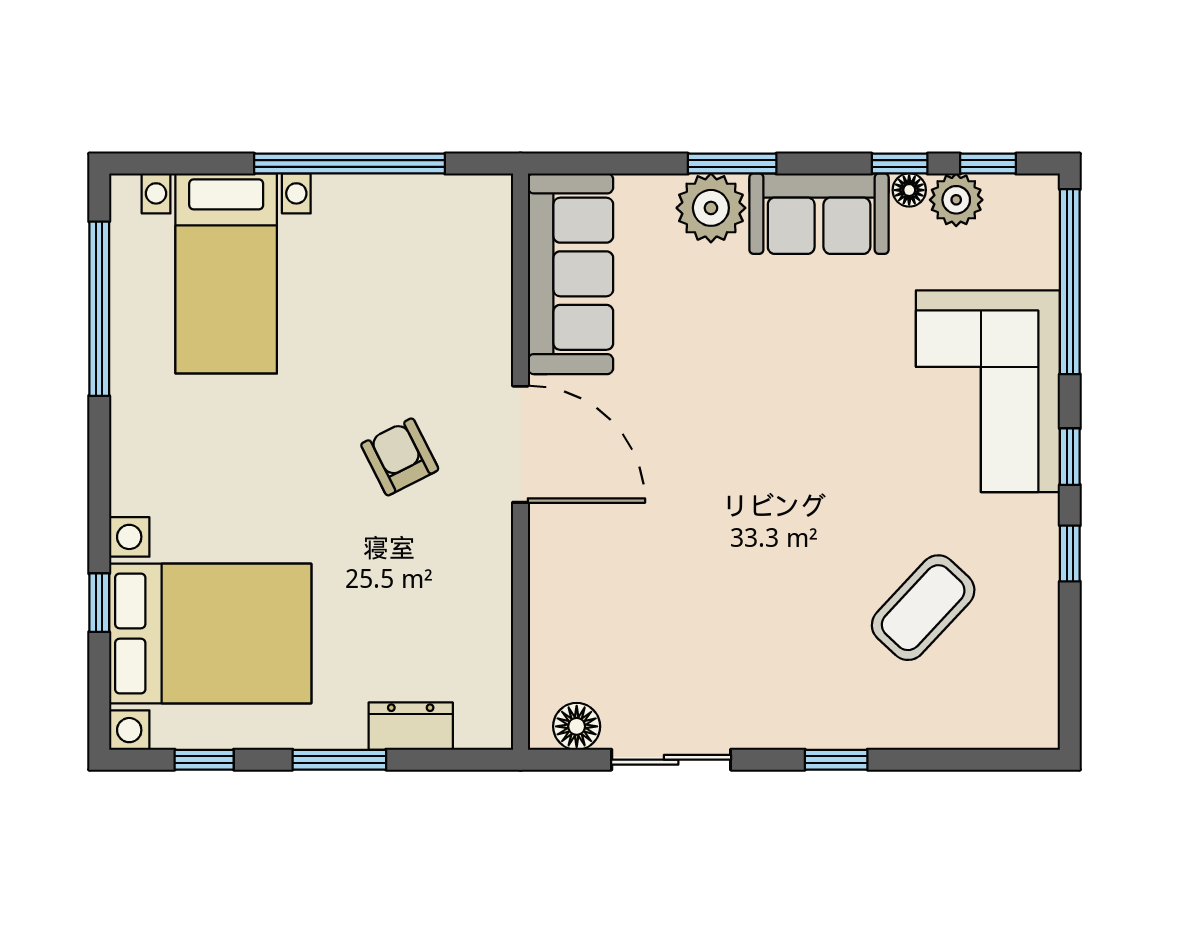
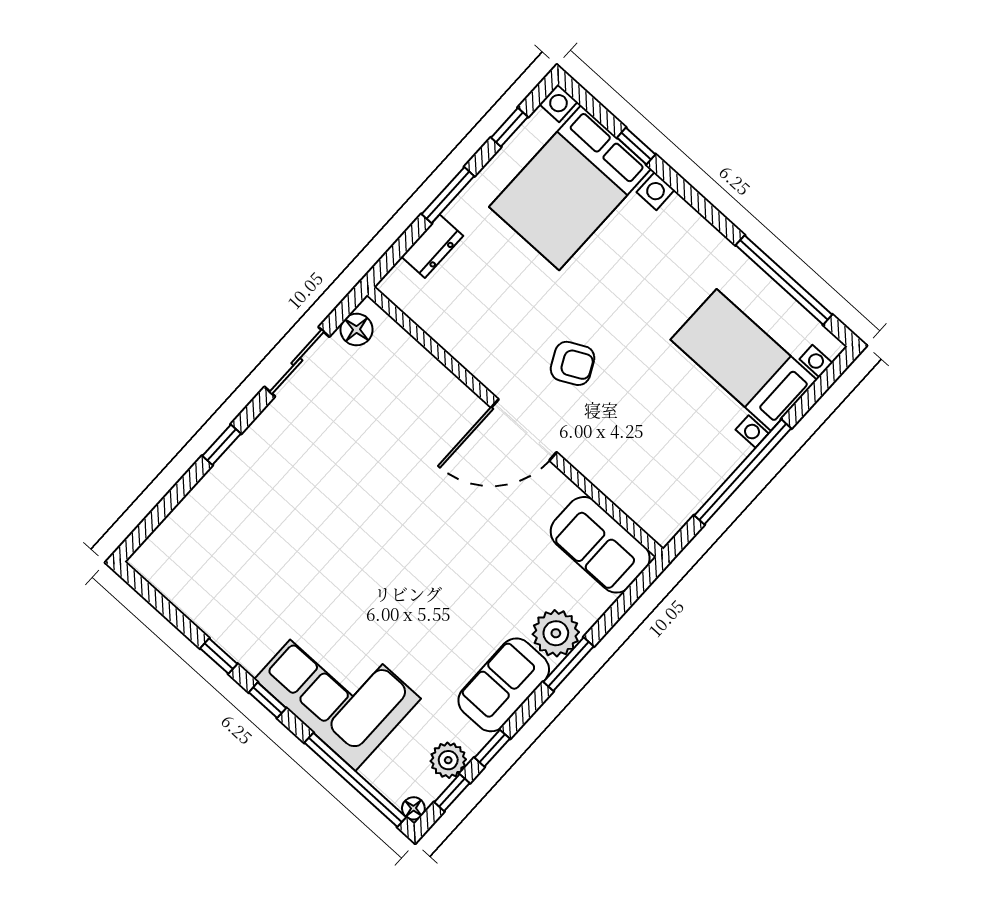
floor lamp: (909, 190) -> (413, 808), moved
sofa: (570, 274) -> (600, 545), width x0.73
coffee table: (923, 608) -> (258, 558), removed

